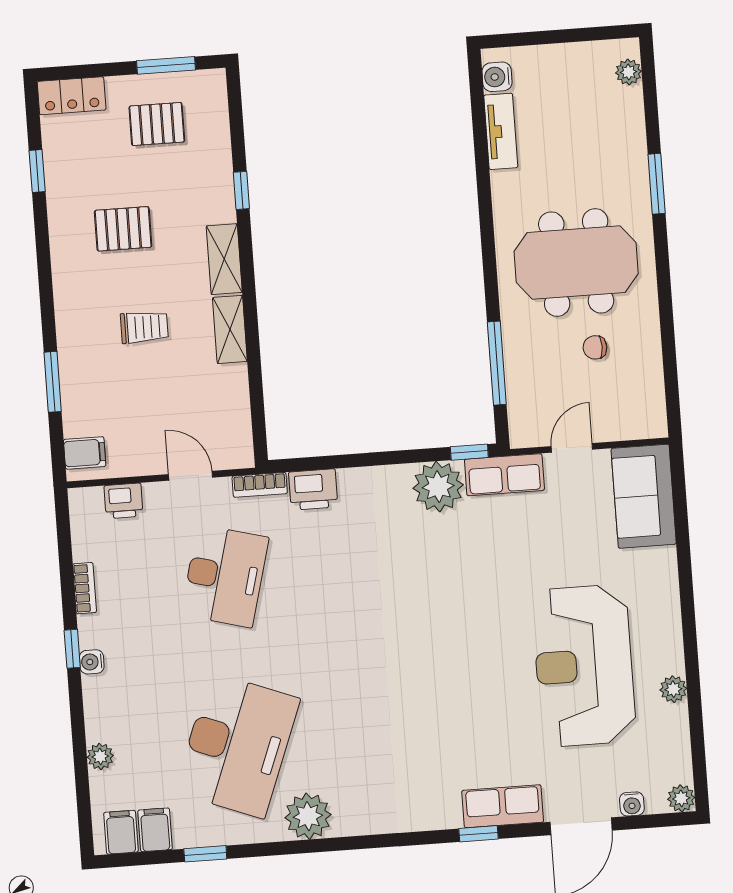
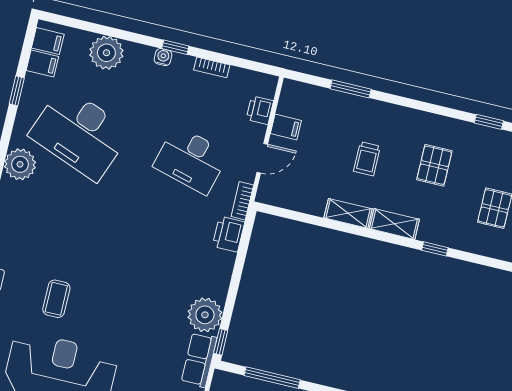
filing cabinet: (85, 453) -> (286, 127), moved, turned -90
coffee table: (482, 704) -> (56, 299), added
plant: (100, 756) -> (106, 53), width x1.87, depth x1.87

